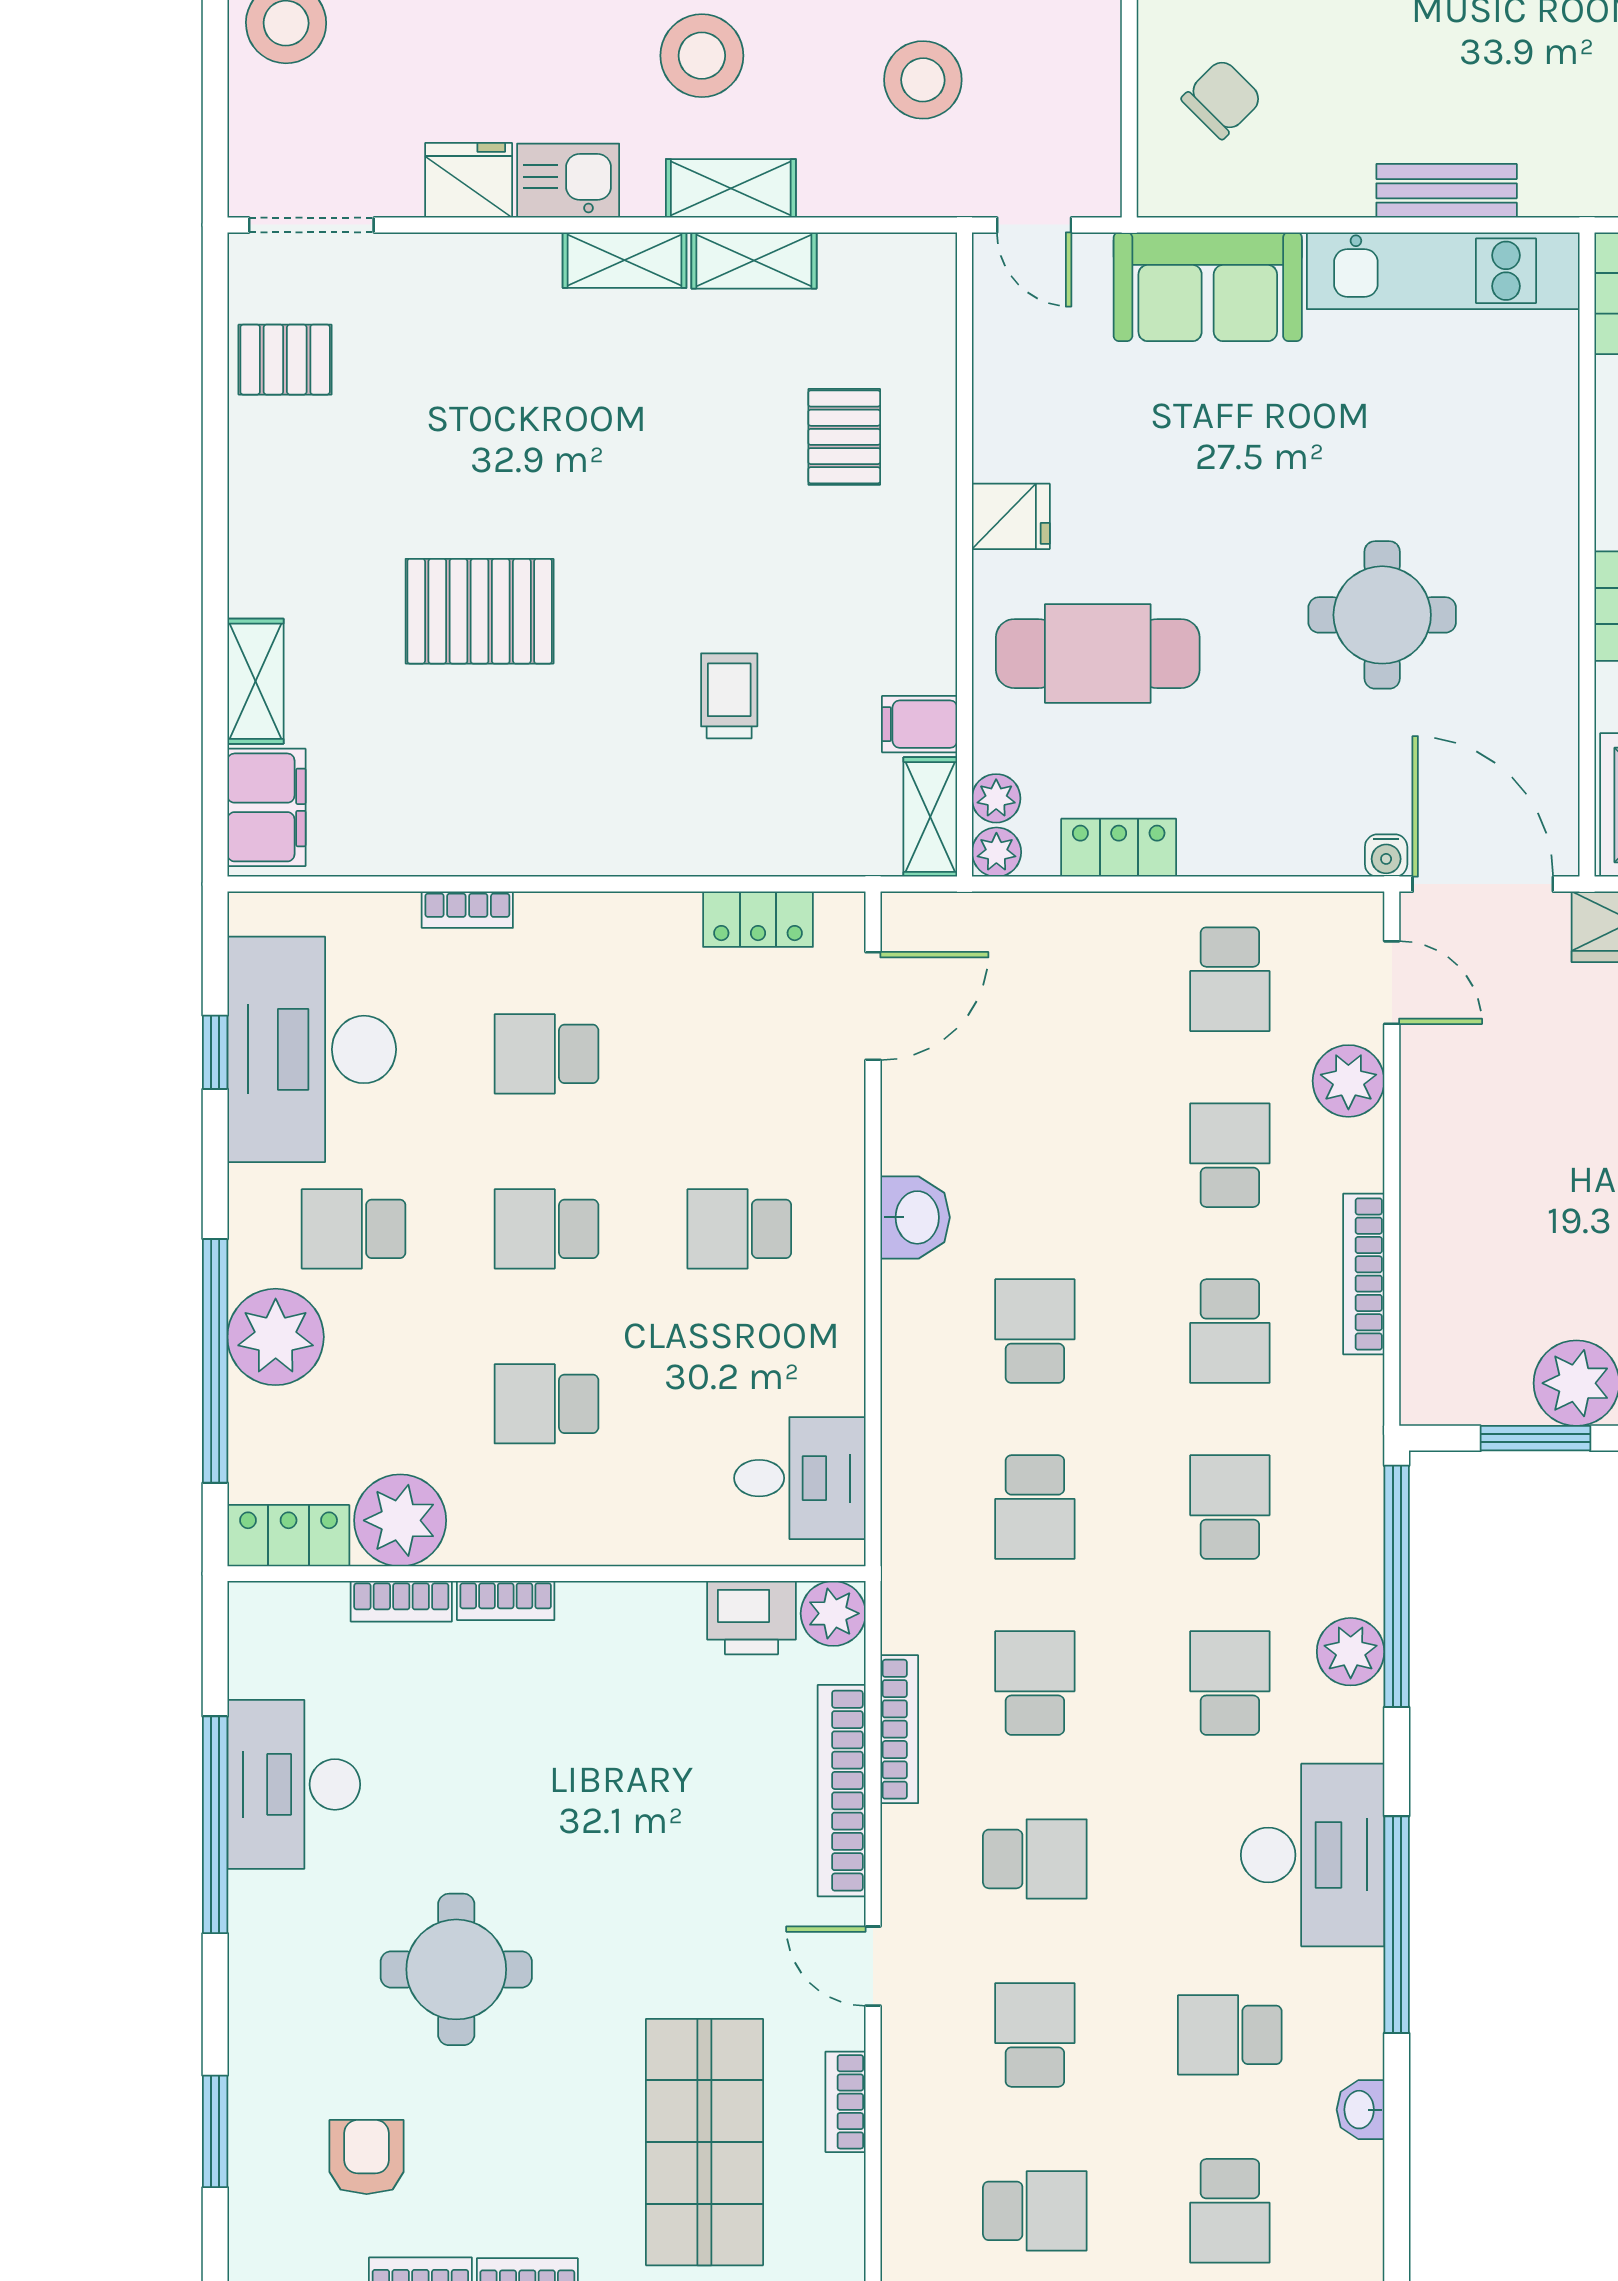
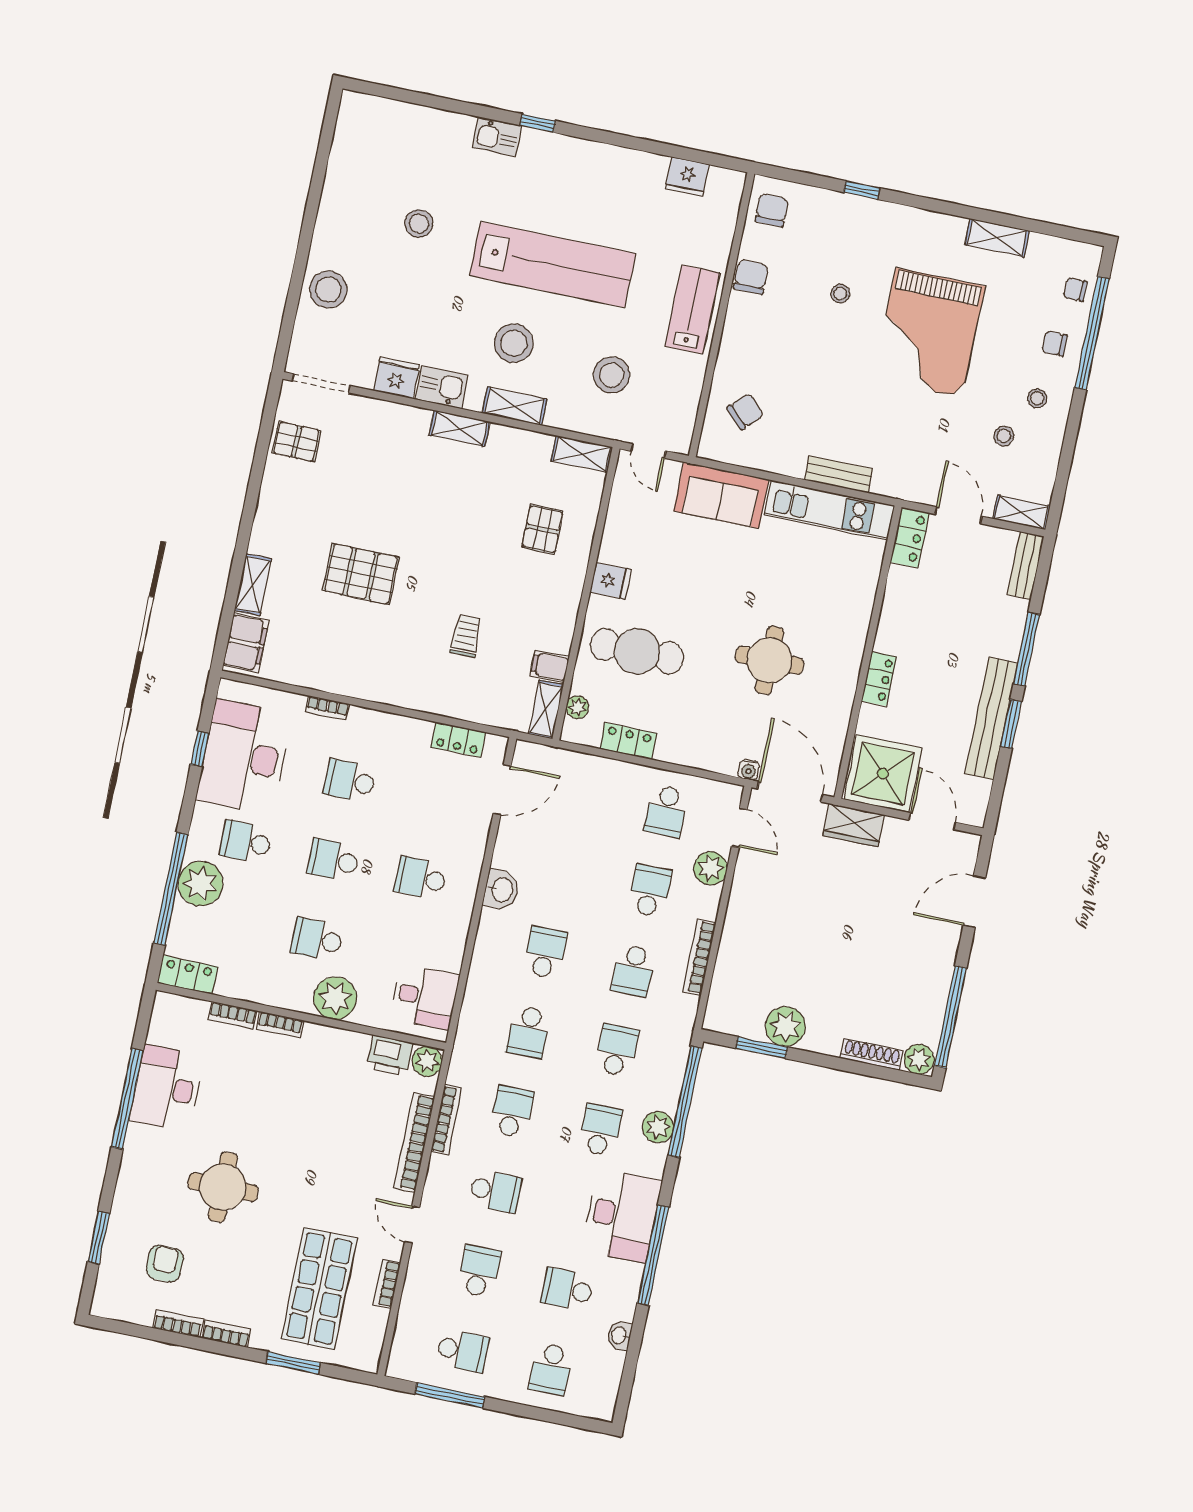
shelving: (754, 260) -> (582, 454), moved
plant: (996, 852) -> (573, 732), removed
plant: (400, 1520) -> (335, 998), moved

